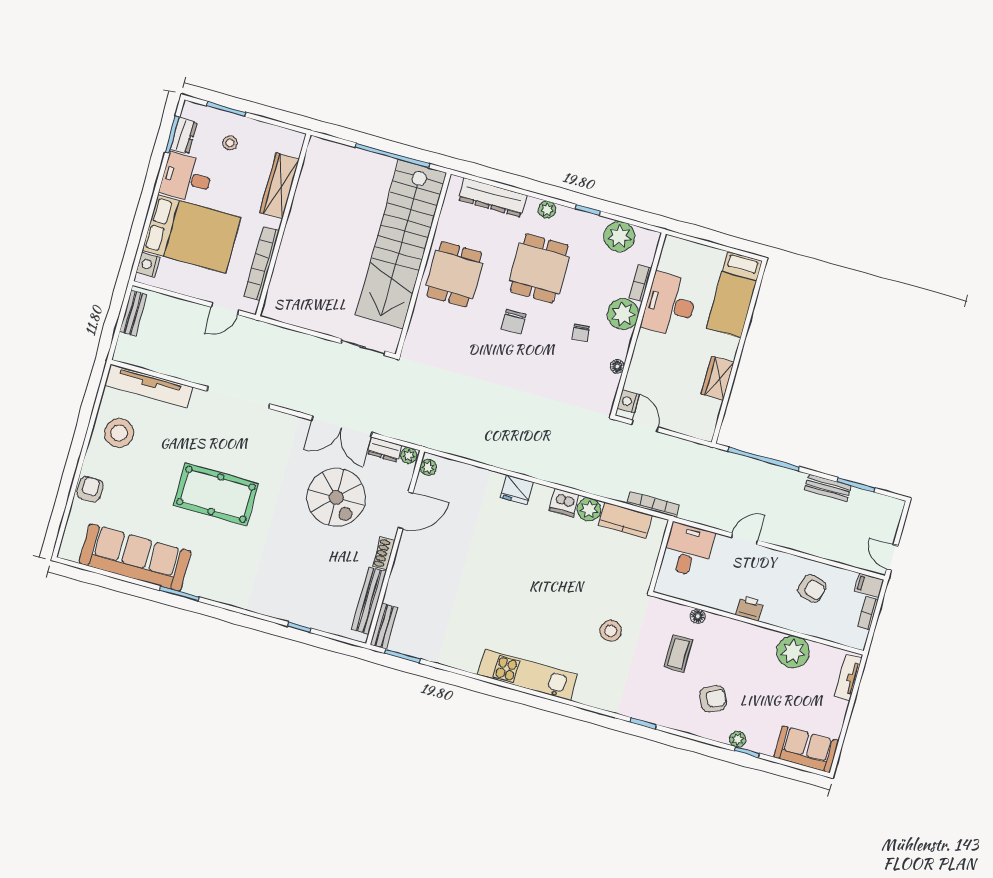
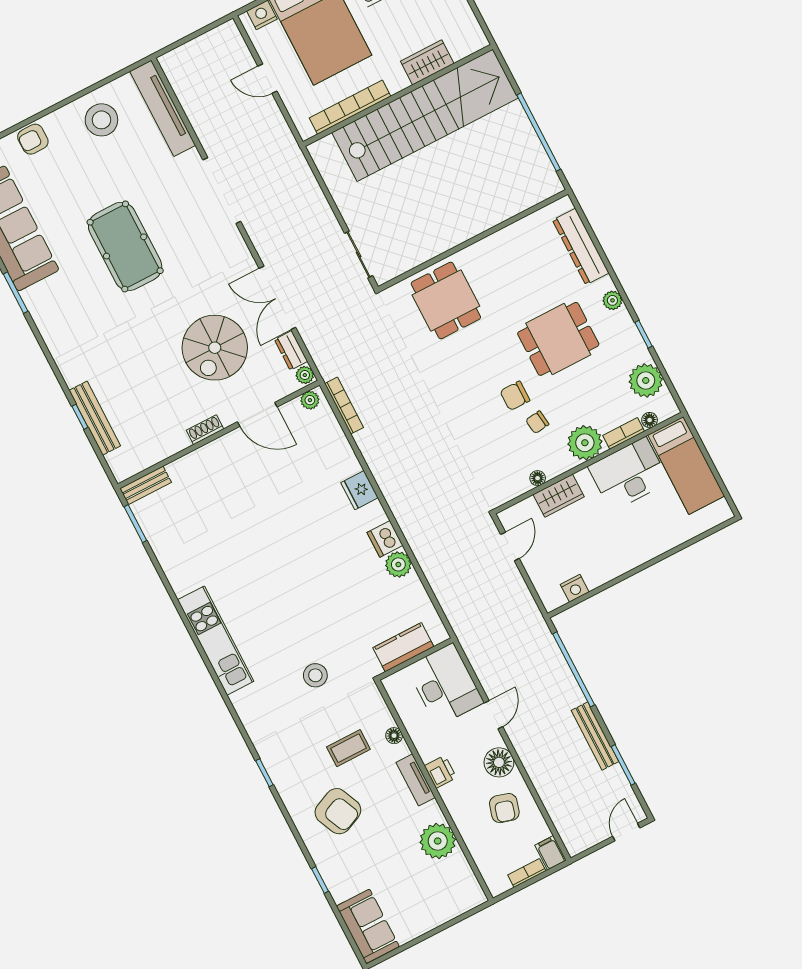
wardrobe: (279, 186) -> (427, 62), width x0.67
stairs: (401, 244) -> (425, 115), moved, turned 180
floor lamp: (647, 258) -> (650, 420), added
dining table: (454, 274) -> (446, 300), moved, turned 90
bed: (734, 294) -> (686, 465), moved, turned -90
door: (225, 309) -> (267, 79), moved
bench: (133, 313) -> (211, 40), removed
chair: (513, 322) -> (515, 396), moved
wardrobe: (718, 378) -> (559, 496), moved, turned 180
nightstand: (628, 401) -> (575, 588), moved, turned 180
bench: (828, 488) -> (595, 736), width x1.36
armchair: (90, 489) -> (33, 139), turned 180
bookcase: (653, 504) -> (344, 406), moved
kitchen counter: (625, 520) -> (403, 647), moved, turned 90
door: (745, 539) -> (493, 715), hinge flipped
desk: (688, 550) -> (445, 685), width x1.37
door: (892, 558) -> (626, 832), moved
floor lamp: (779, 564) -> (499, 762), added
bench: (369, 601) -> (95, 418), moved, turned 90
tv unit: (848, 677) -> (416, 780), moved, turned -90
armchair: (713, 699) -> (338, 811), width x1.38, depth x1.38
plant: (738, 739) -> (324, 862), removed

